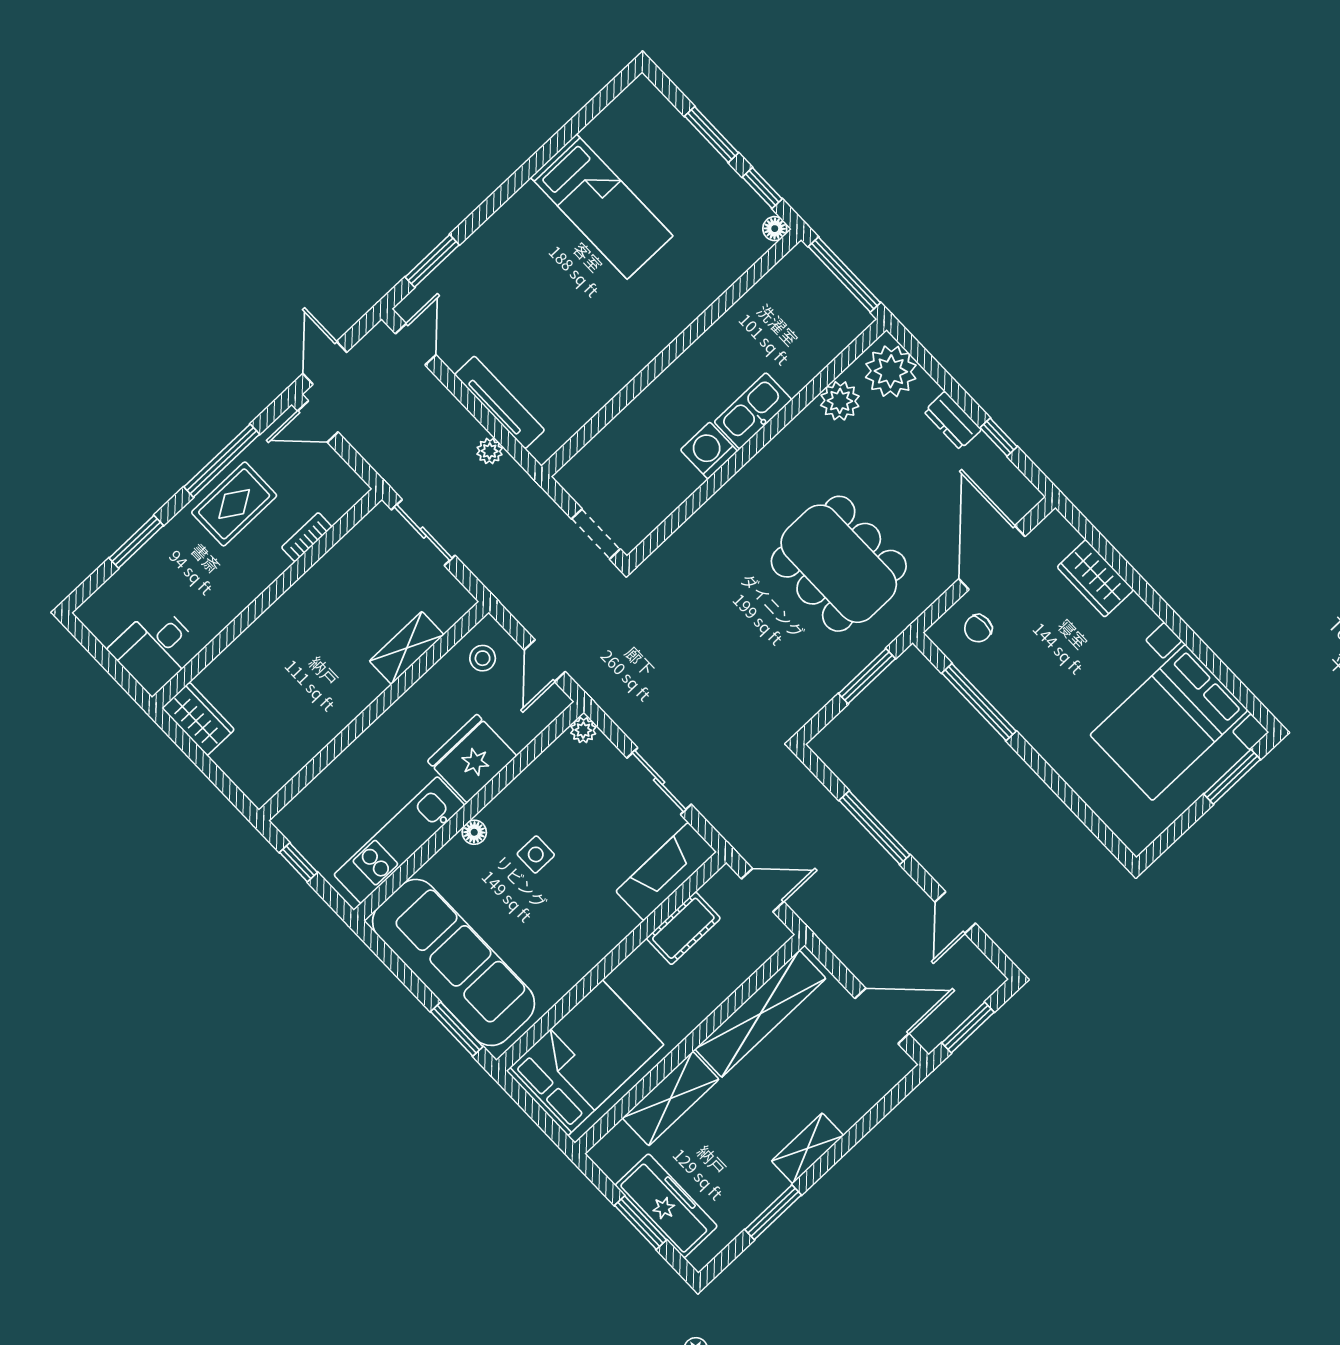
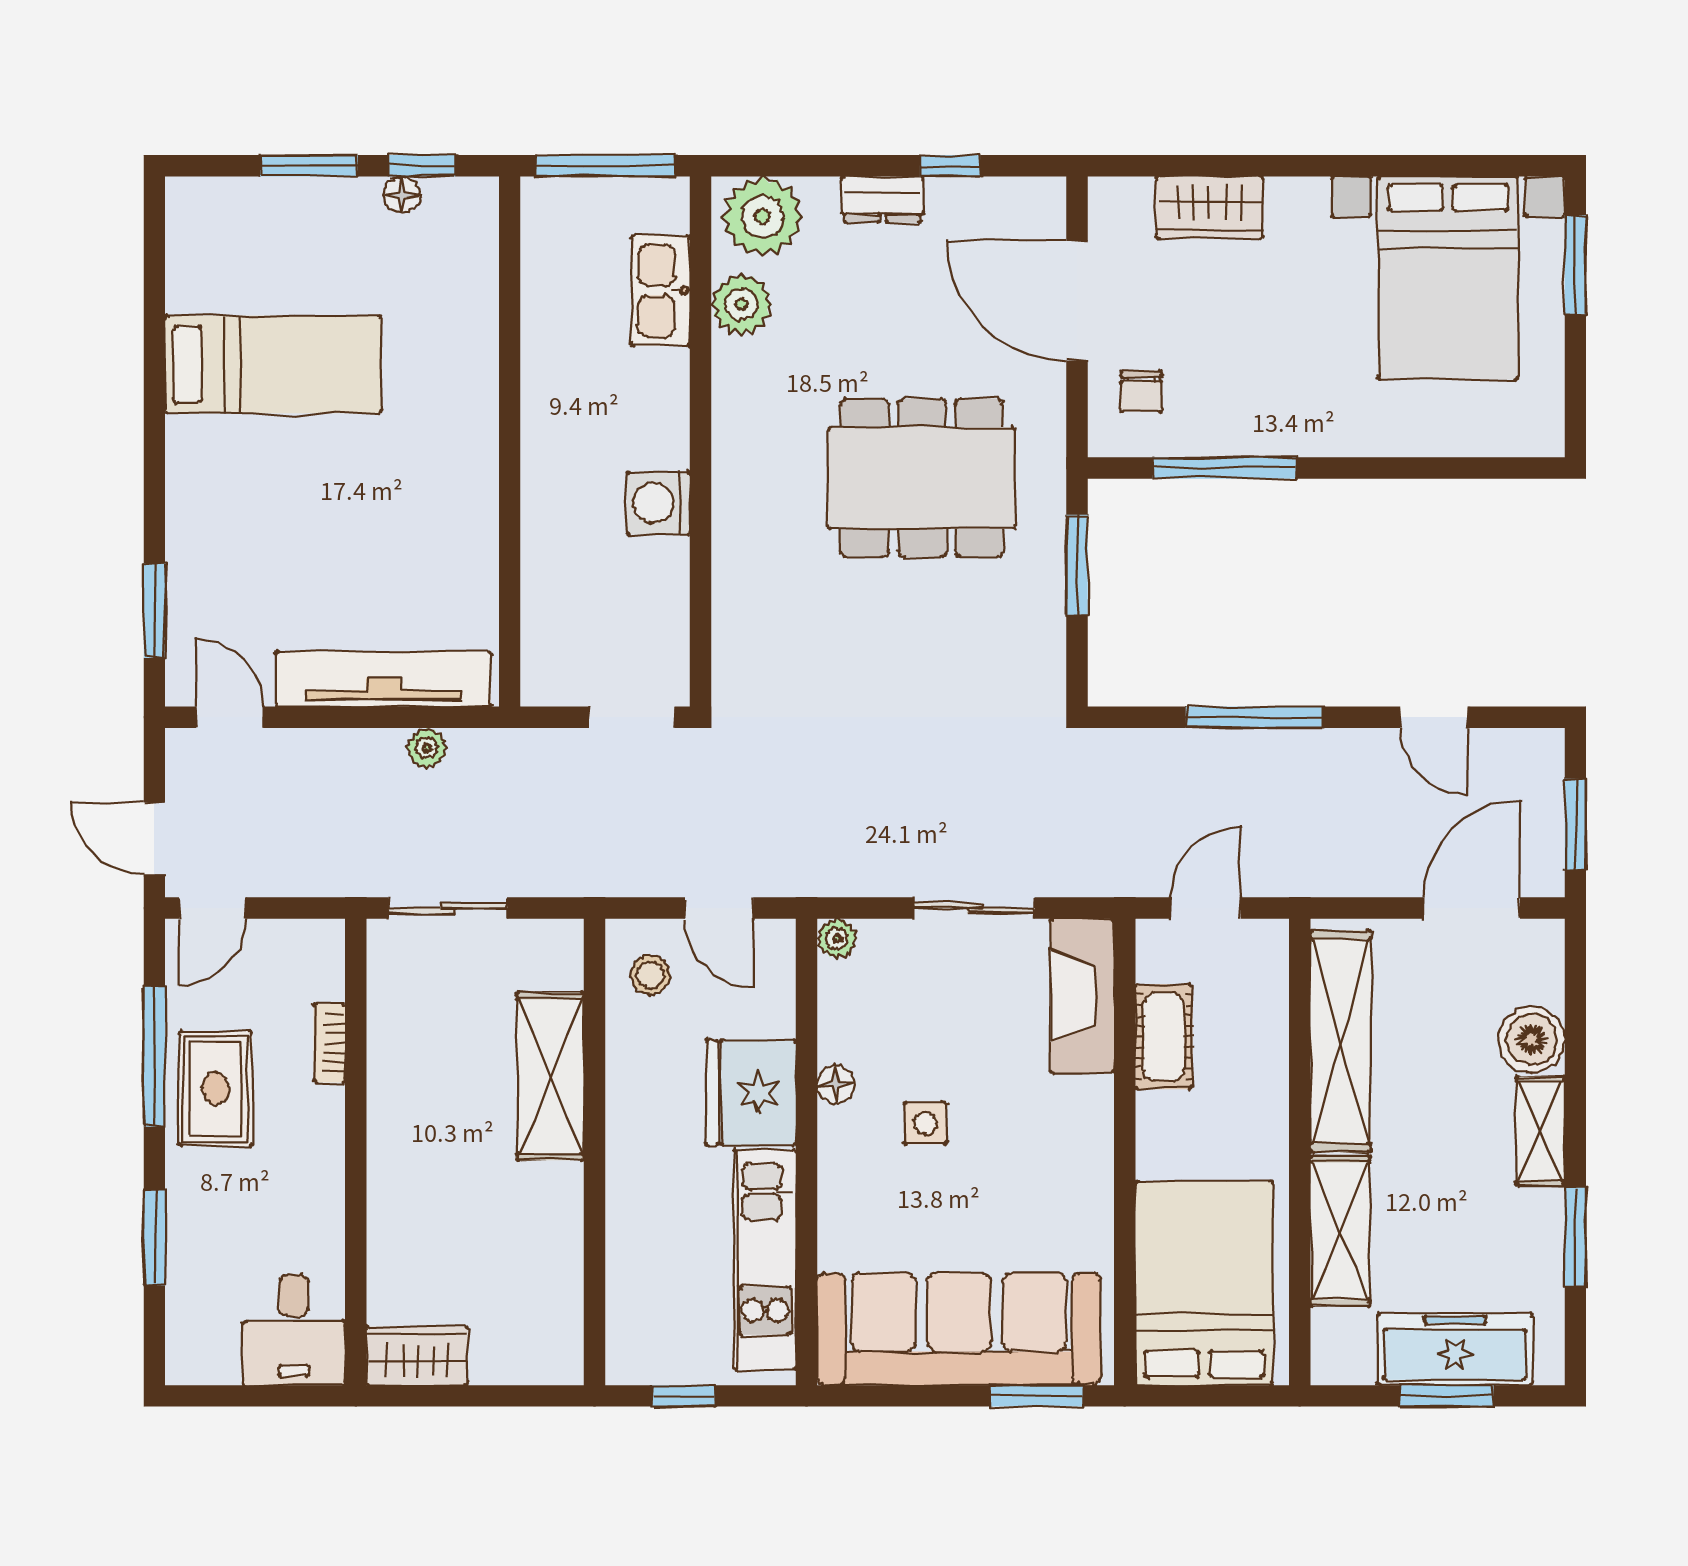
floor lamp: (775, 229) -> (402, 195), moved
tv unit: (500, 402) -> (383, 679), width x1.36, depth x1.29
kitchen sink: (753, 411) -> (661, 291), moved
shelving: (407, 648) -> (550, 1076), width x1.50, depth x1.33
floor lamp: (474, 832) -> (836, 1085), moved
boiler: (847, 1103) -> (1532, 1039), added

